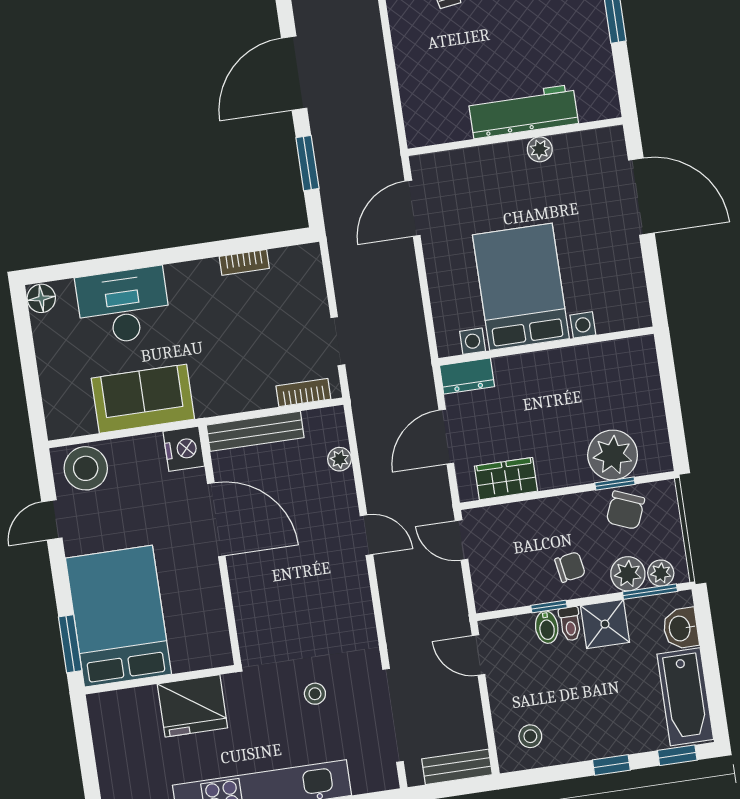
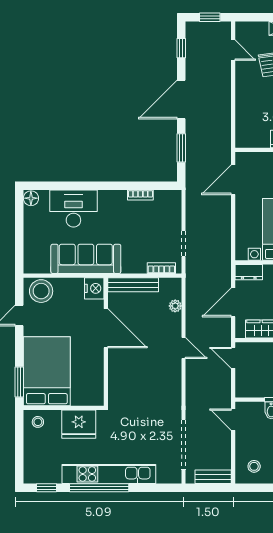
sofa: (143, 399) -> (86, 259), width x1.36
stool: (315, 694) -> (38, 422), moved

